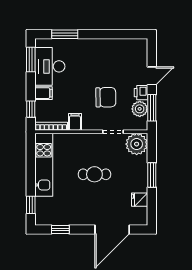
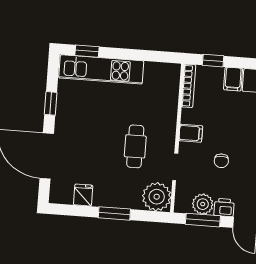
chair: (106, 97) -> (221, 161), width x0.54, depth x0.54
filing cabinet: (75, 122) -> (191, 133), moved
kitchen unit: (44, 165) -> (101, 69), moved
cafe table: (94, 174) -> (135, 146), moved
window: (60, 229) -> (51, 103), moved

